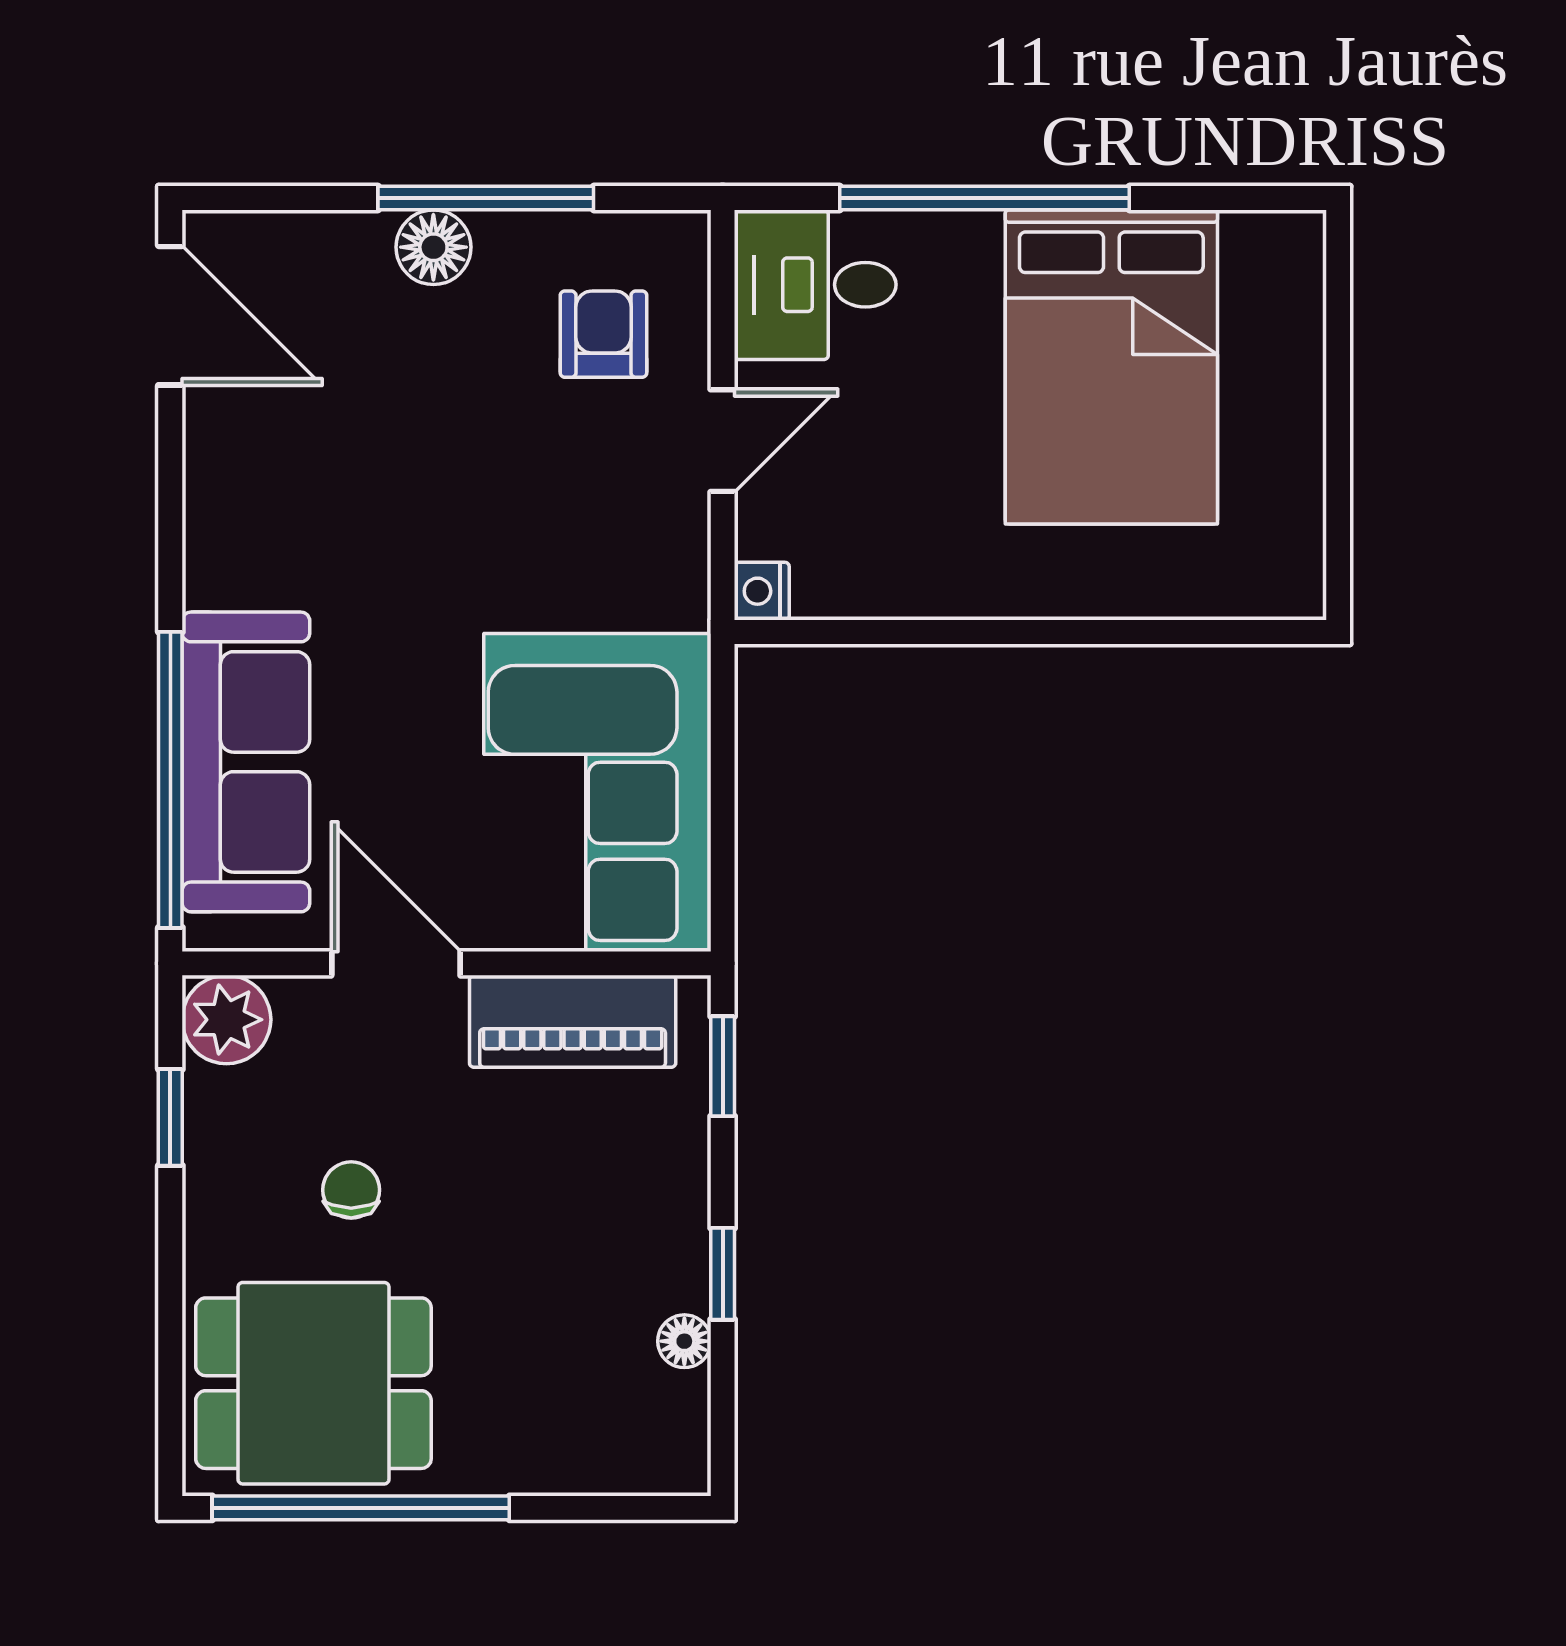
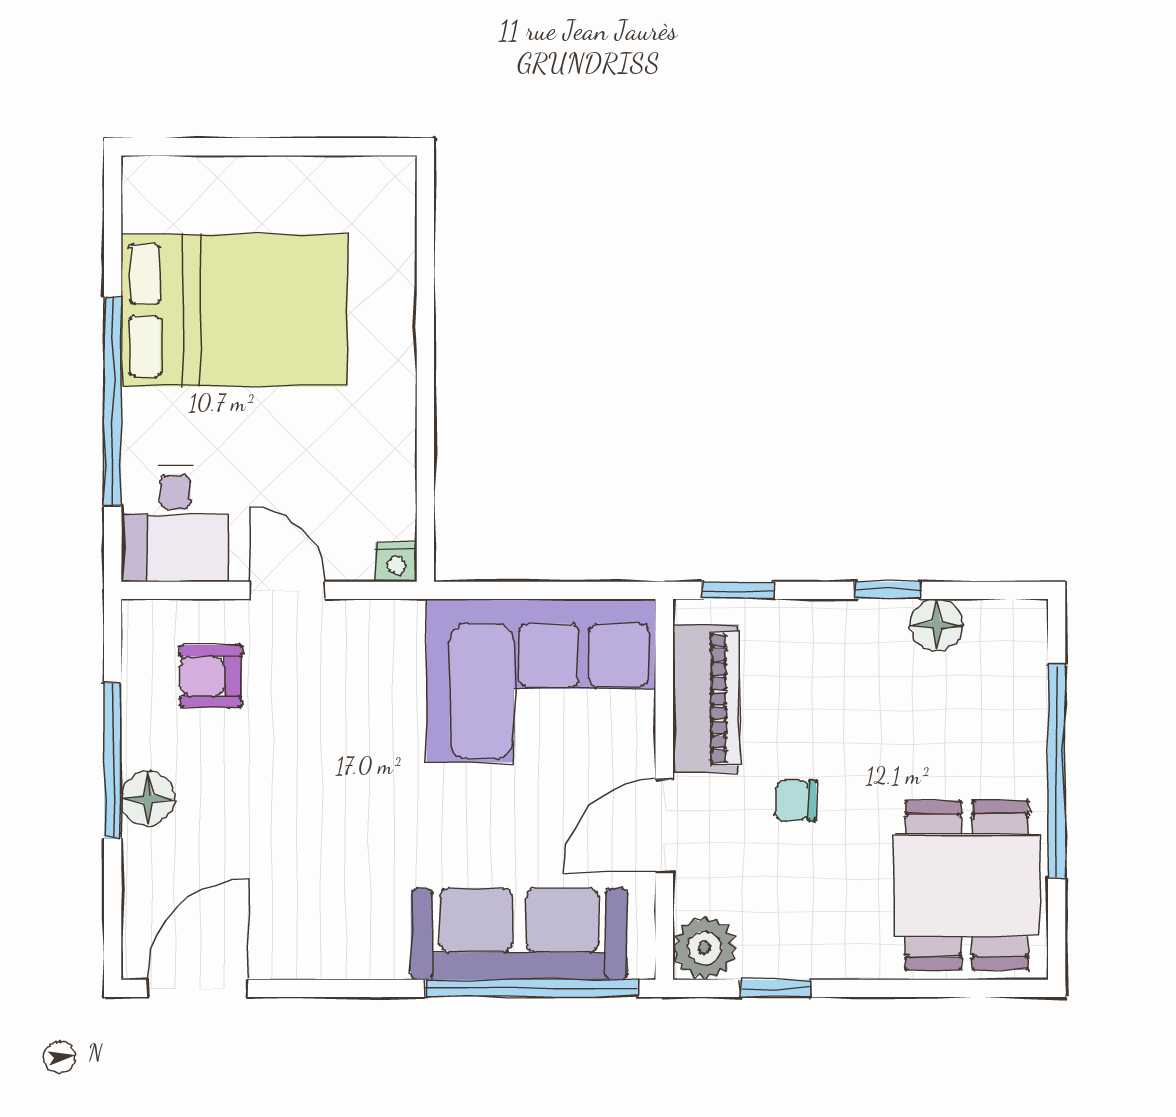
chair: (351, 1190) -> (796, 800), moved
floor lamp: (684, 1341) -> (937, 625), width x1.37, depth x1.37
window: (361, 1508) -> (1057, 772), moved

